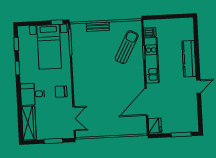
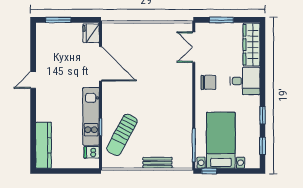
kitchen counter: (189, 59) -> (44, 145), moved
door: (146, 102) -> (101, 64), hinge flipped

